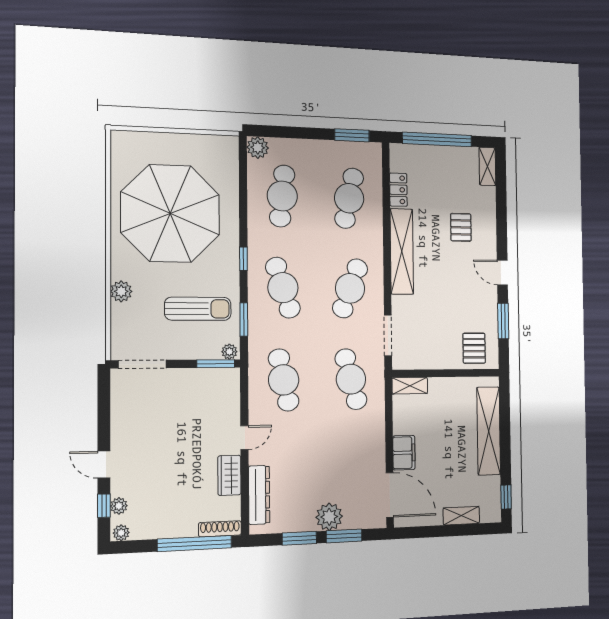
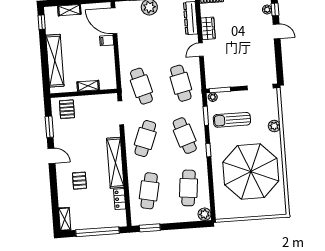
shelving: (410, 386) -> (88, 86), moved
filing cabinet: (404, 453) -> (107, 40), width x0.50

